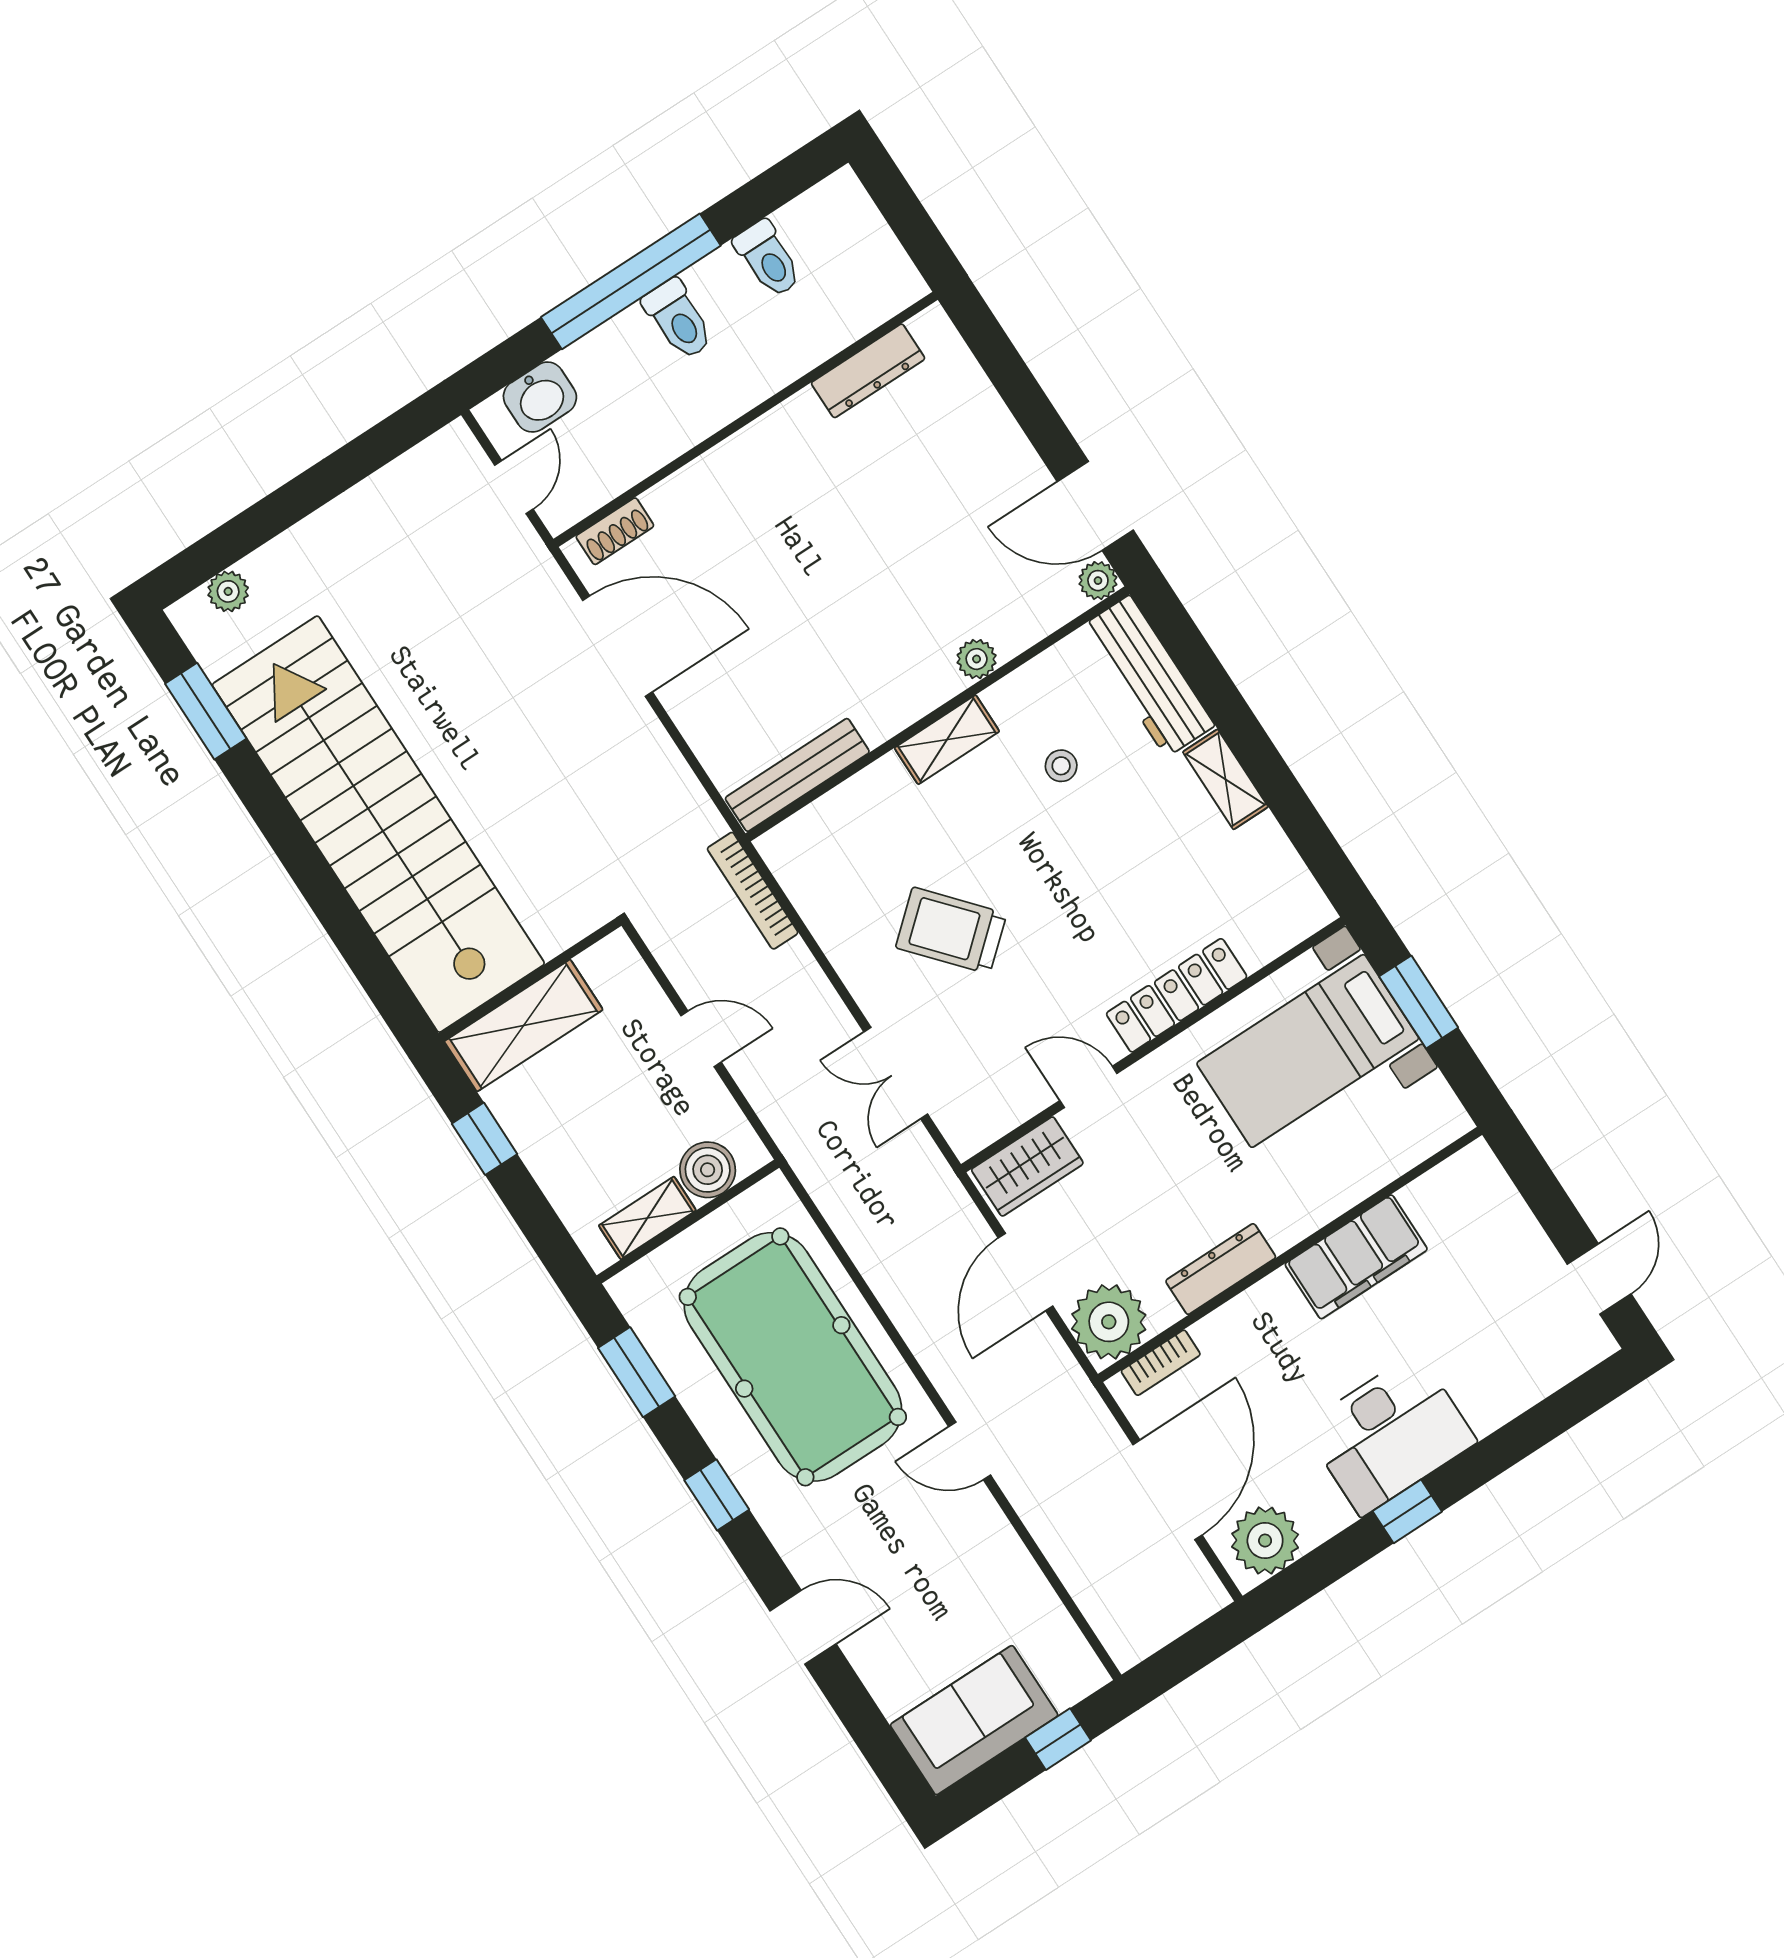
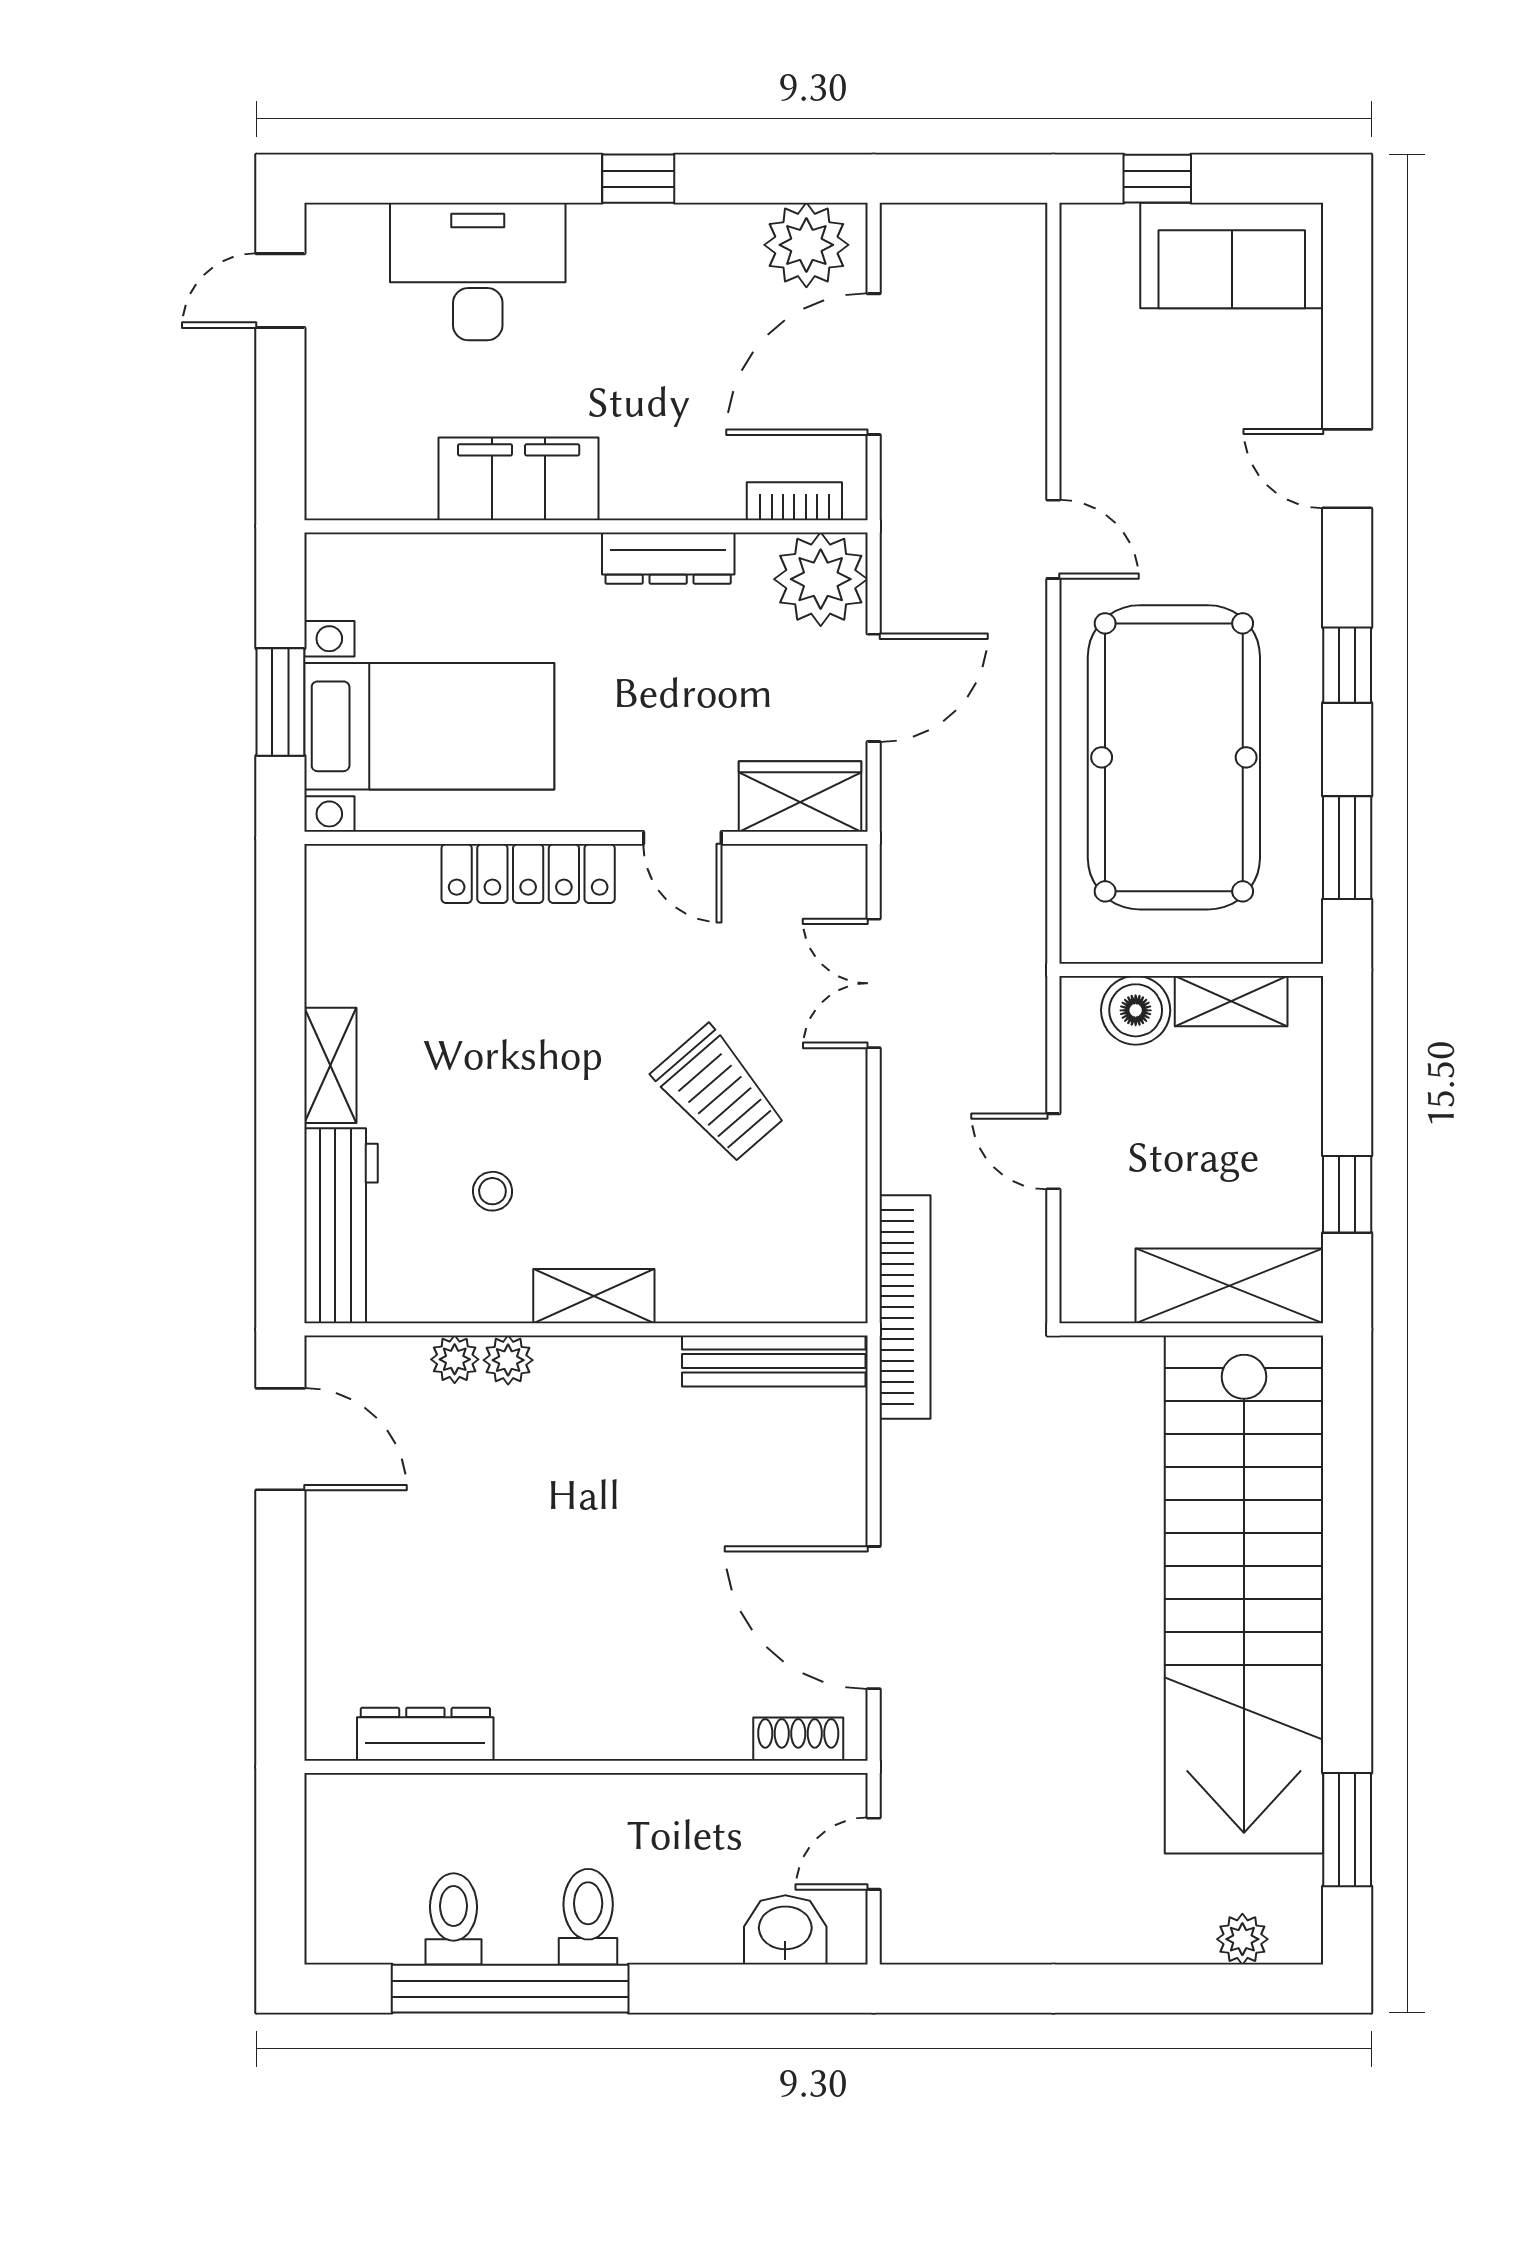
window: (631, 281) -> (510, 1989), moved
plant: (1098, 581) -> (455, 1359), moved
bookcase: (753, 891) -> (905, 1307), width x1.48, depth x1.31
double door: (896, 1073) -> (874, 983), swing flipped
desk: (1390, 1434) -> (478, 271), moved

